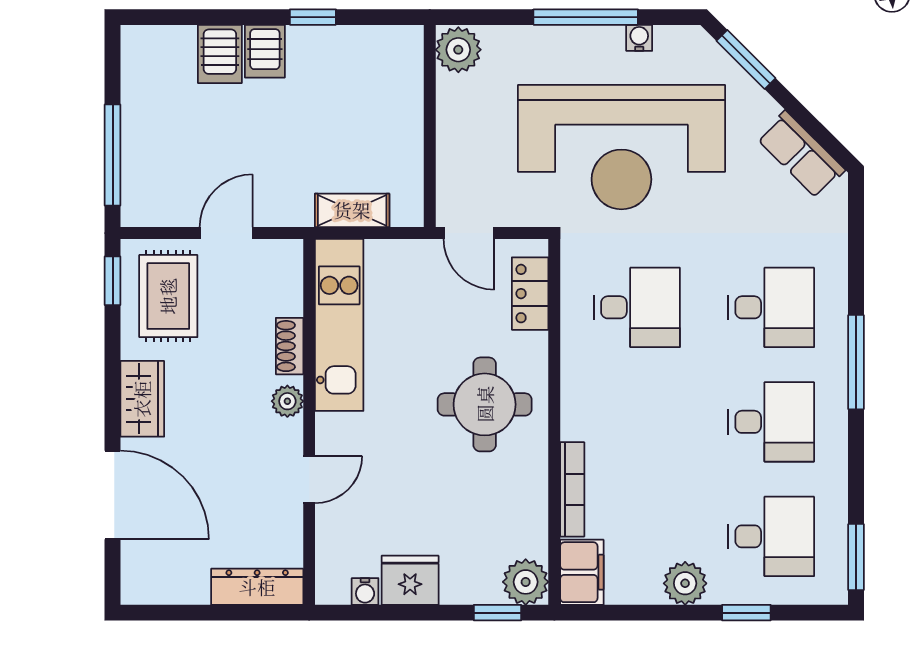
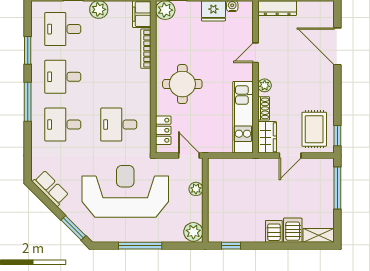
window: (313, 17) -> (231, 246), moved
water cooler: (639, 38) -> (118, 237), removed
plant: (452, 153) -> (196, 189), added
shelving: (352, 210) -> (319, 235), moved
wardrobe: (142, 399) -> (267, 137), moved, turned 180
window: (856, 557) -> (28, 50), moved

